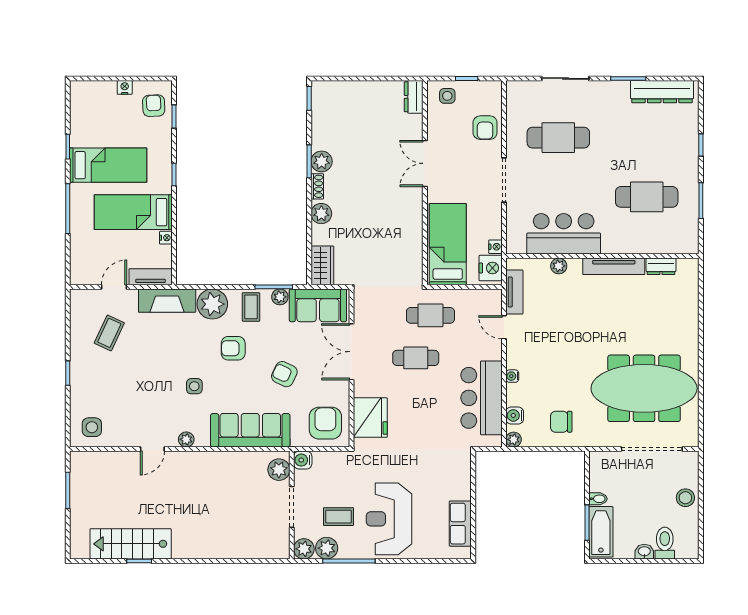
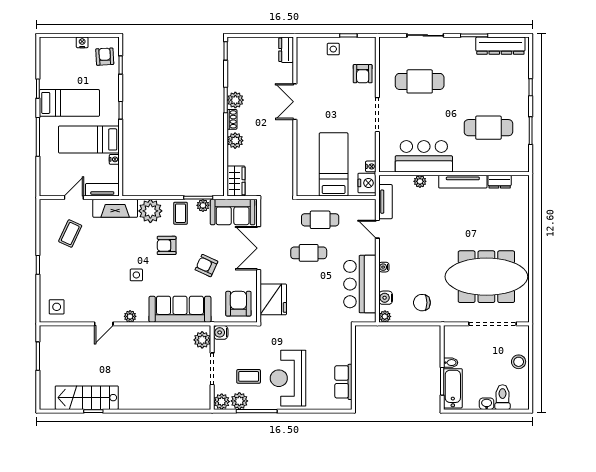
dresser: (414, 97) -> (286, 50), moved
double door: (425, 163) -> (295, 102), moved
wall: (425, 183) -> (295, 117), moved

